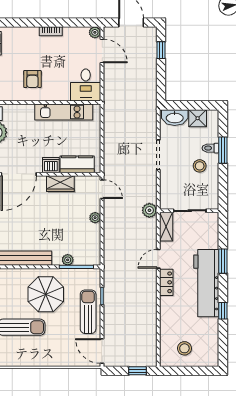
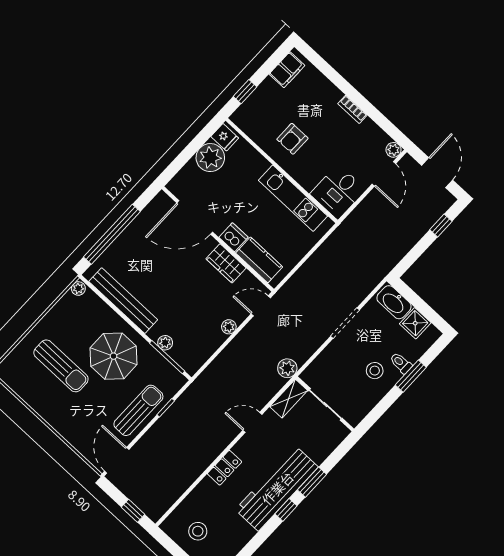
door: (102, 189) -> (261, 306), swing flipped
locker: (166, 282) -> (225, 468), moved
window: (223, 311) -> (286, 510), moved

